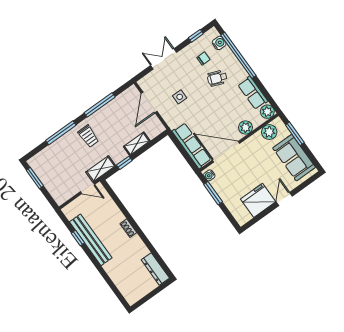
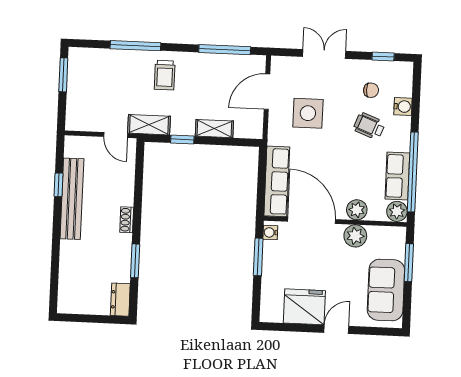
water cooler: (219, 43) -> (403, 106), moved
window: (238, 55) -> (413, 172), moved
side table: (180, 97) -> (308, 113), width x1.87, depth x1.87
window: (100, 105) -> (225, 50), moved
plant: (269, 132) -> (355, 236), moved
window: (150, 246) -> (135, 261), added
dresser: (155, 269) -> (120, 300), width x0.70

